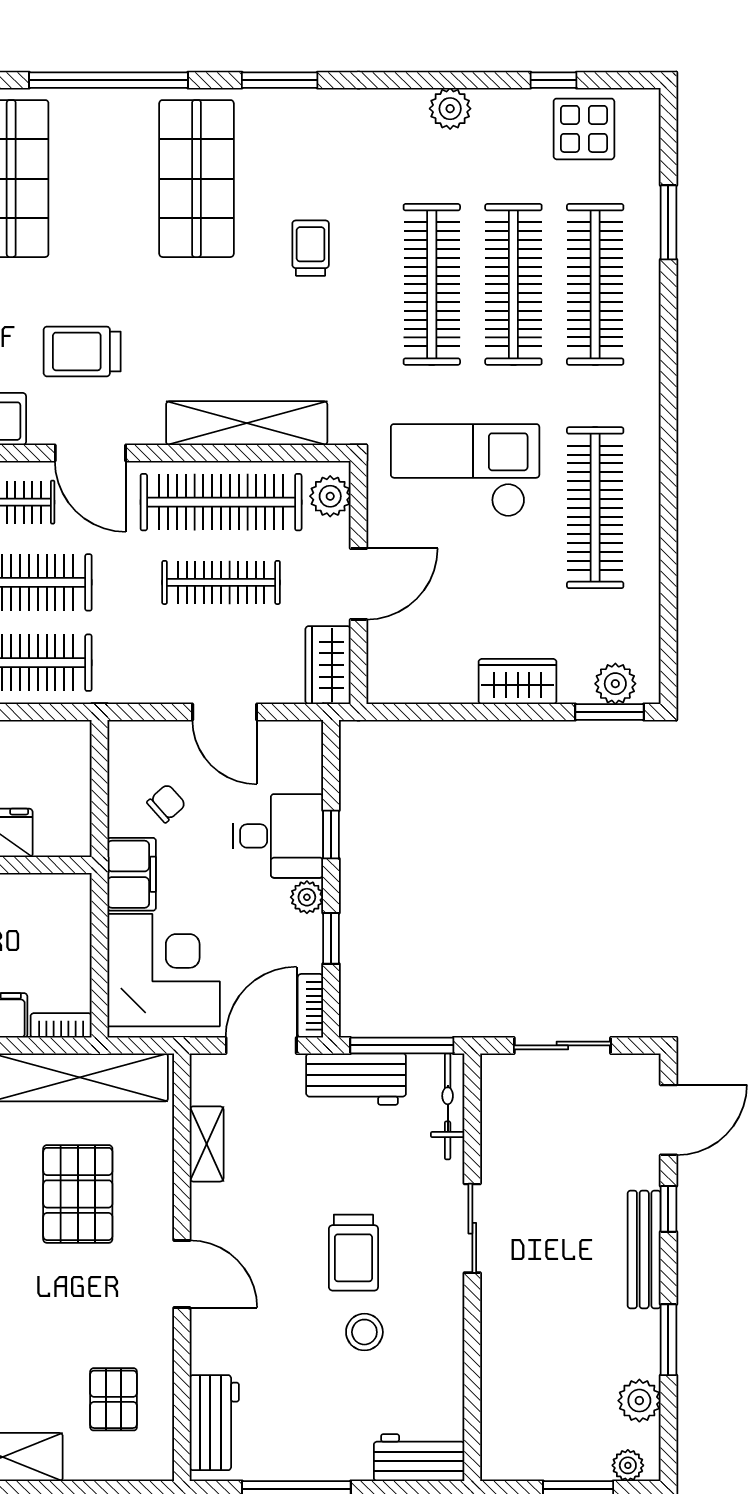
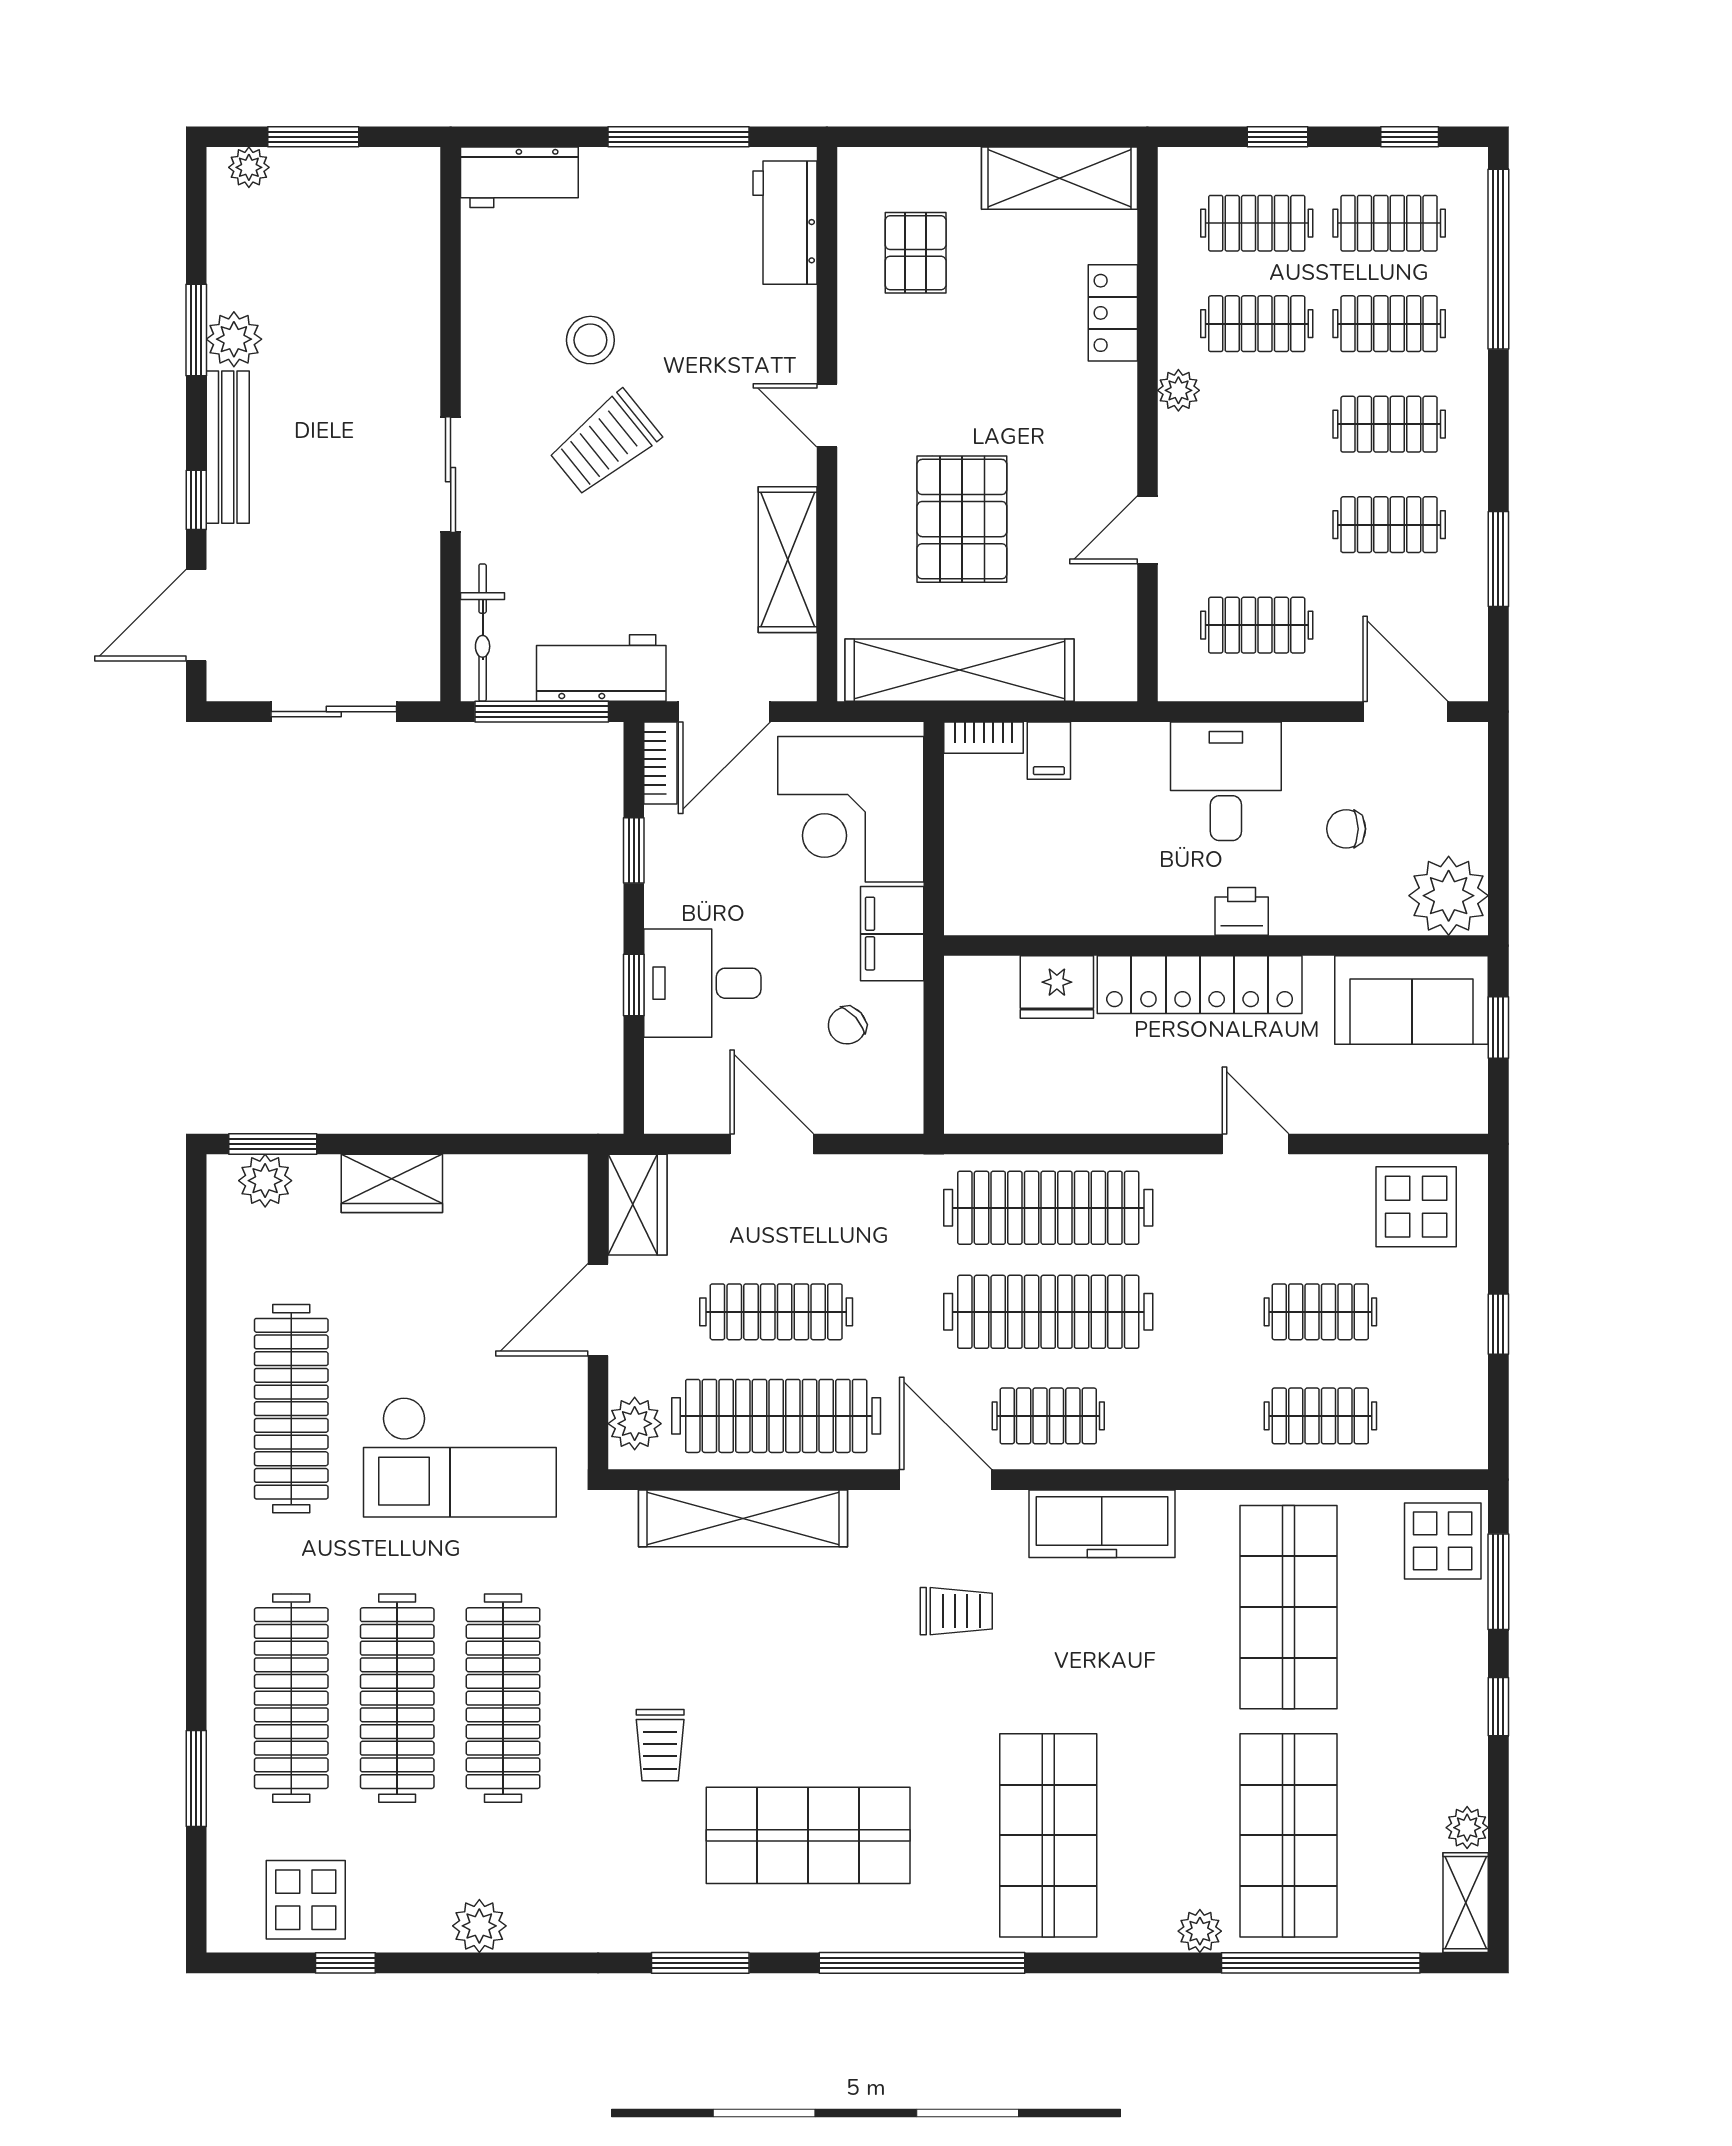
shop shelf: (197, 179) -> (808, 1835), turned 90
trolley: (82, 351) -> (956, 1611), width x0.73, depth x0.72
plant: (307, 897) -> (665, 904), removed
shelving: (207, 1144) -> (788, 560), width x1.50, depth x1.33
trolley: (353, 1253) -> (605, 443), turned -129
door: (182, 1274) -> (827, 415), width x0.73
plant: (639, 1401) -> (234, 339), moved

